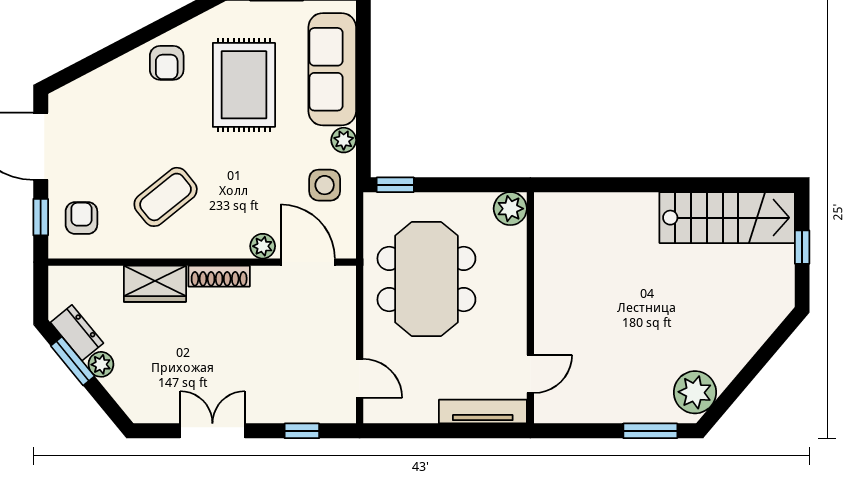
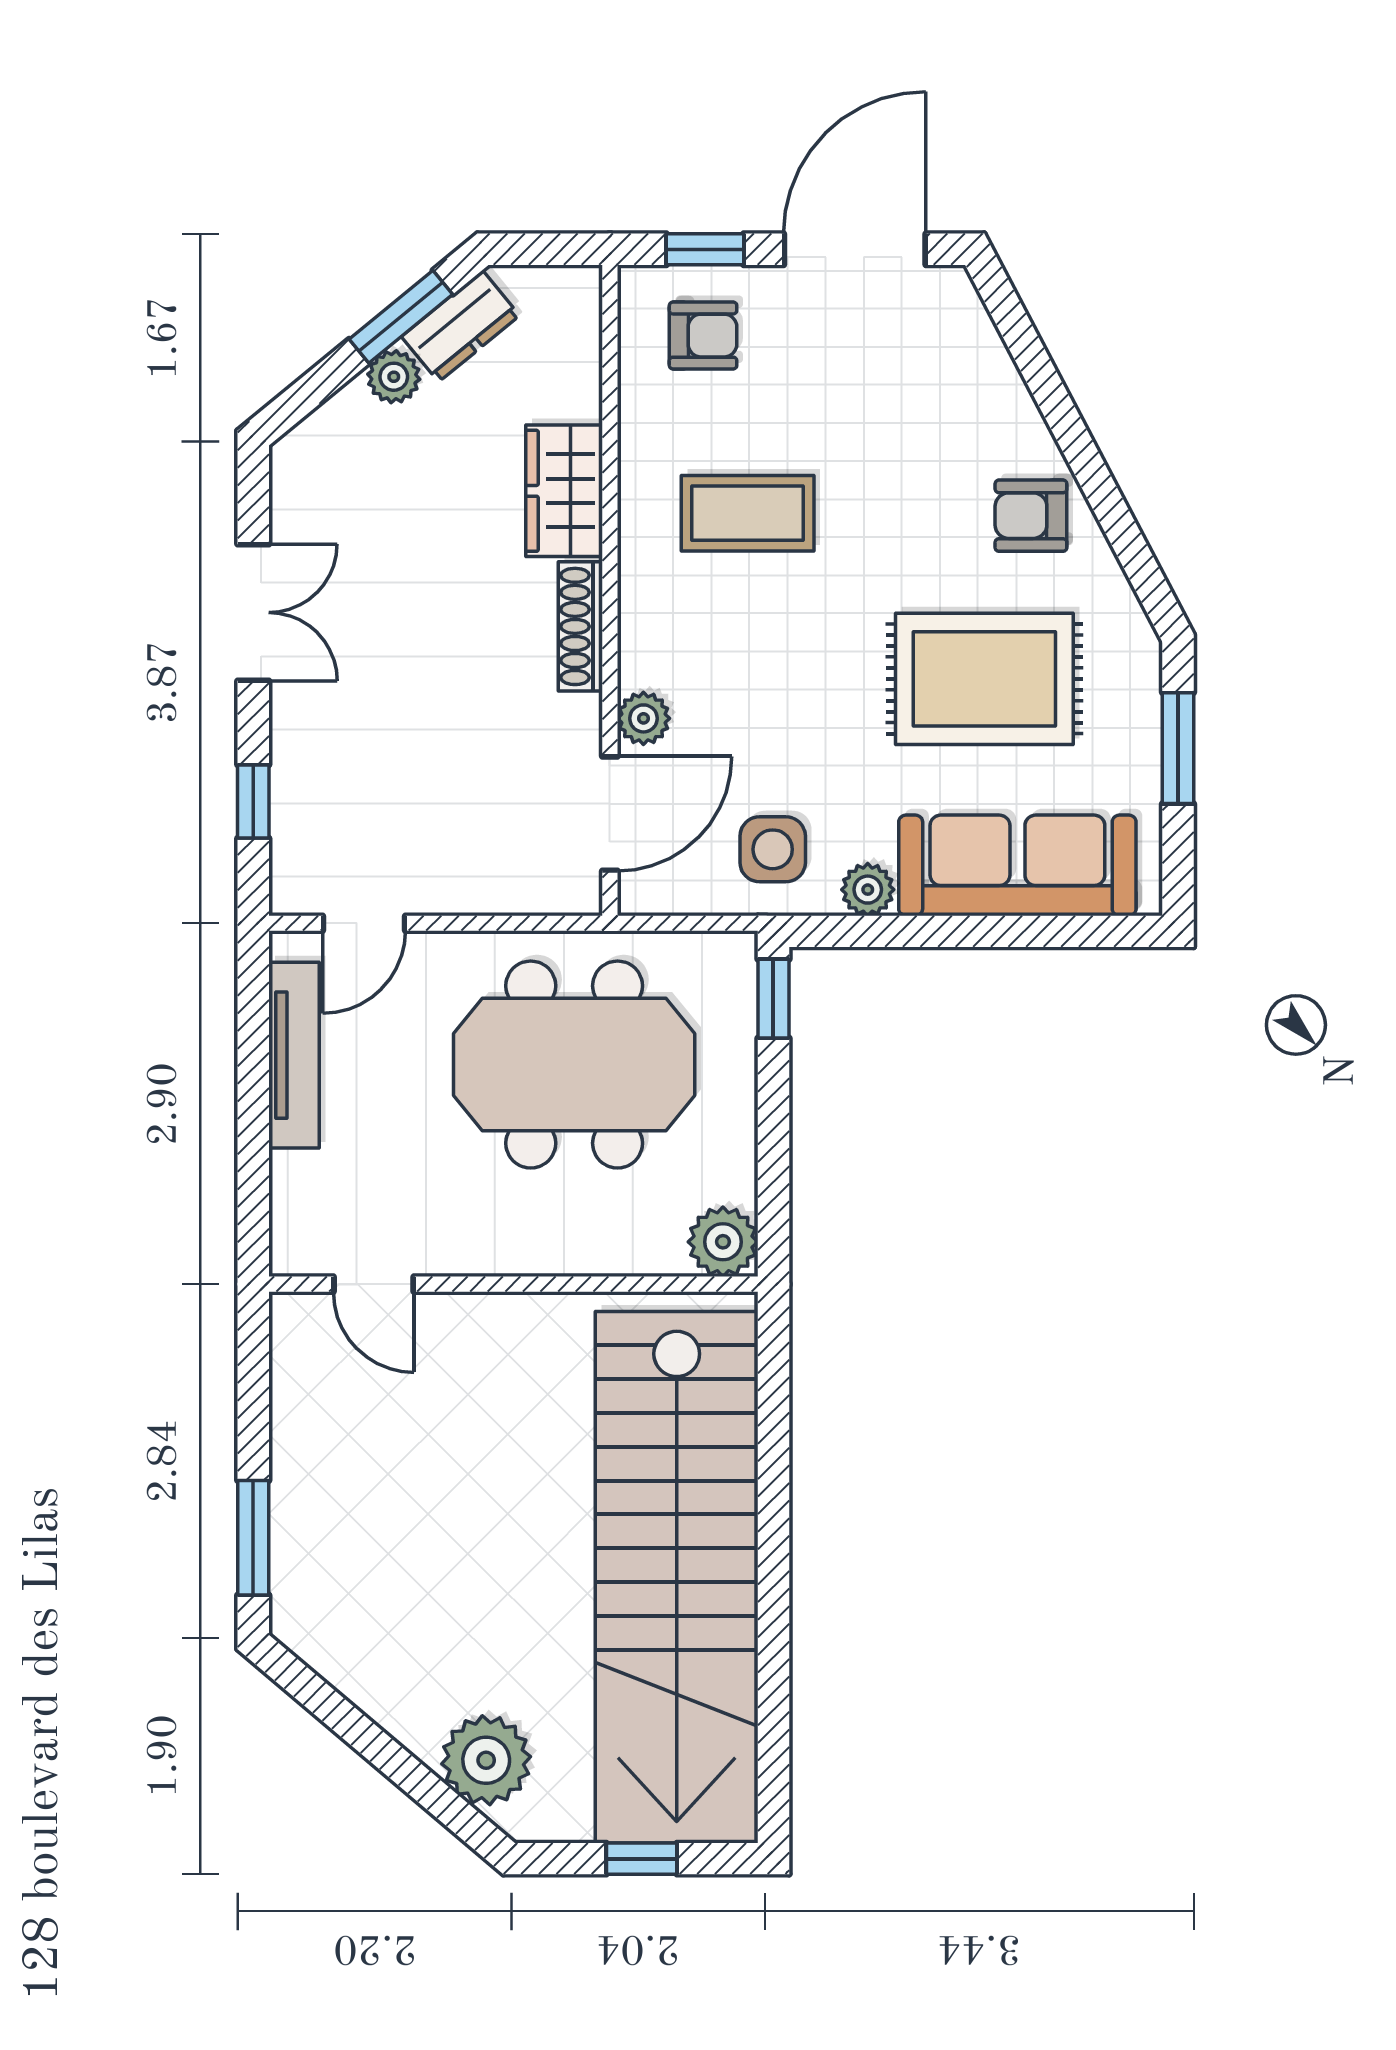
coffee table: (166, 197) -> (748, 513), turned -51
stairs: (727, 218) -> (677, 1577), width x1.86, depth x1.51
plant: (695, 392) -> (486, 1760), moved
tv unit: (483, 412) -> (294, 1055), moved

